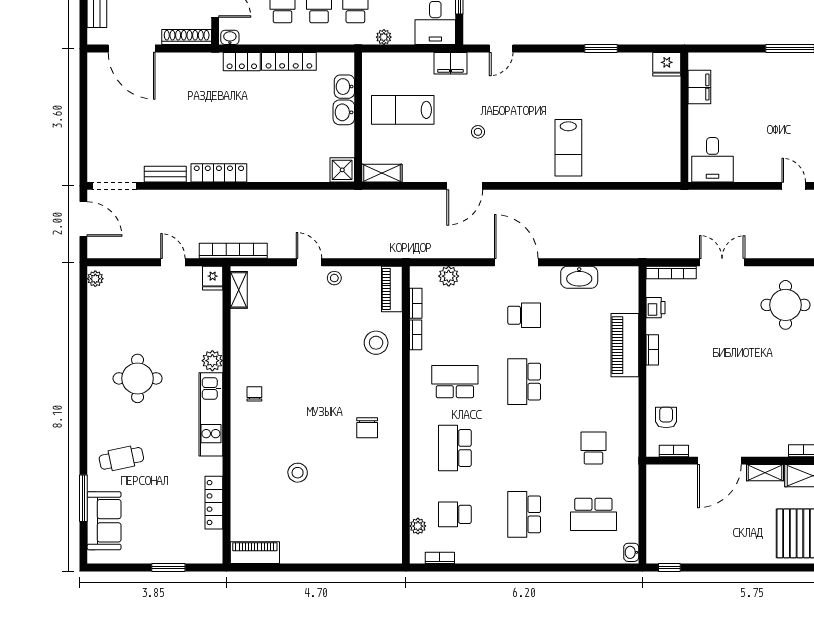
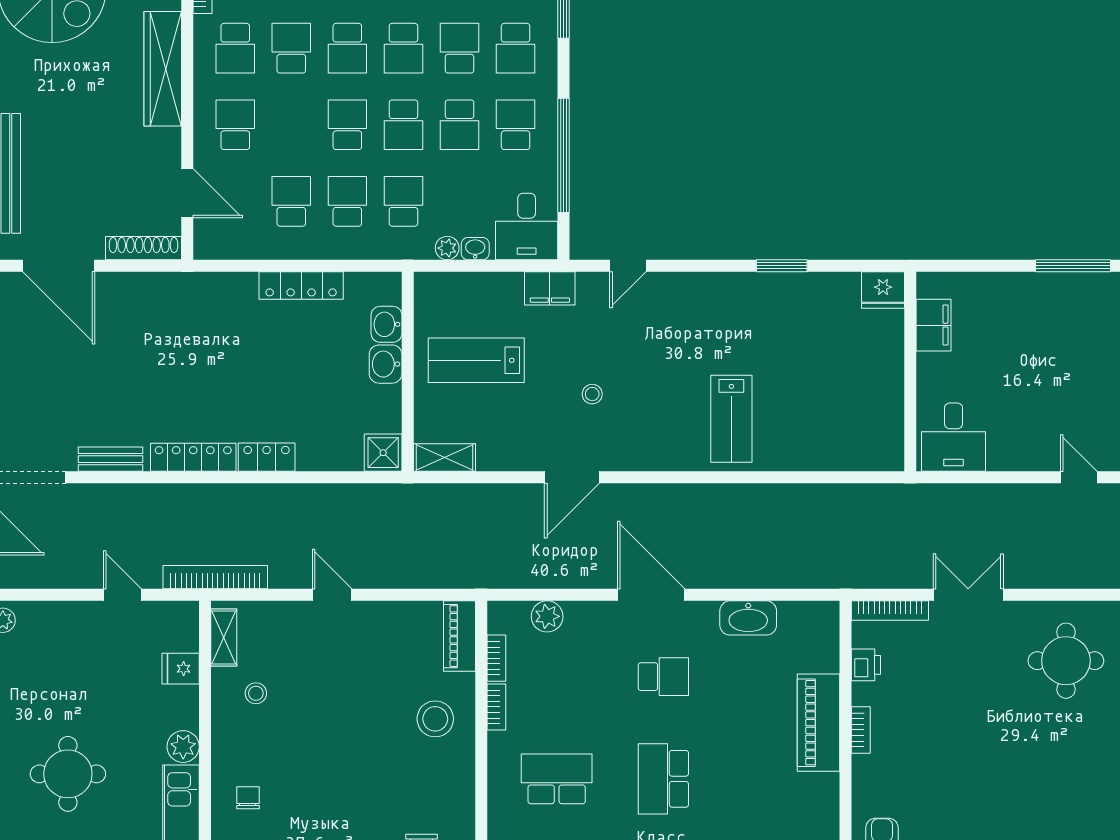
washbasin: (230, 37) -> (475, 249), moved
locker: (242, 62) -> (267, 457), moved, turned 180
fridge: (213, 278) -> (181, 669), moved, turned 90
stool: (334, 278) -> (256, 693), moved

